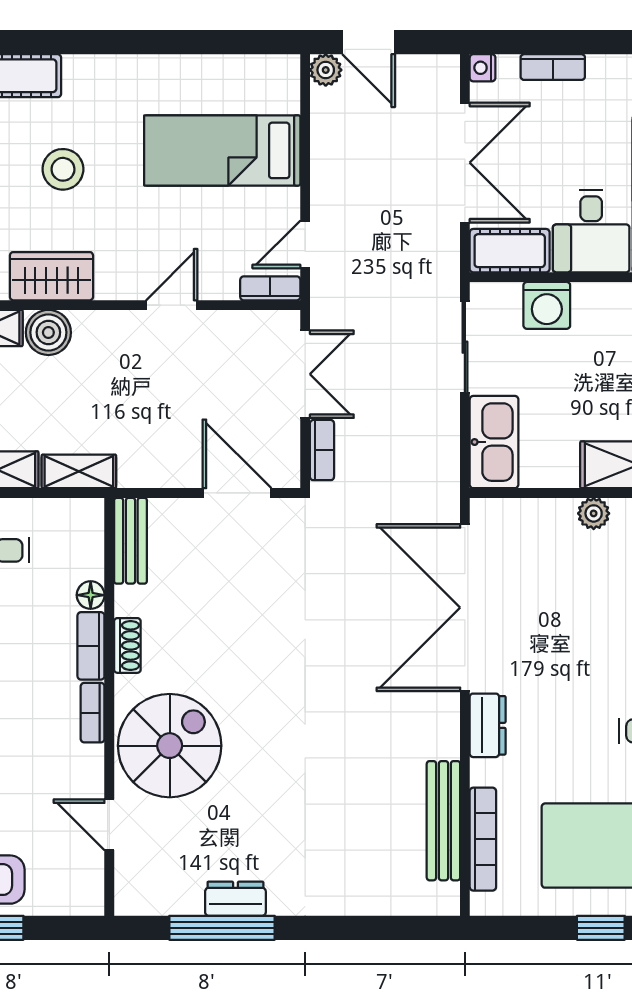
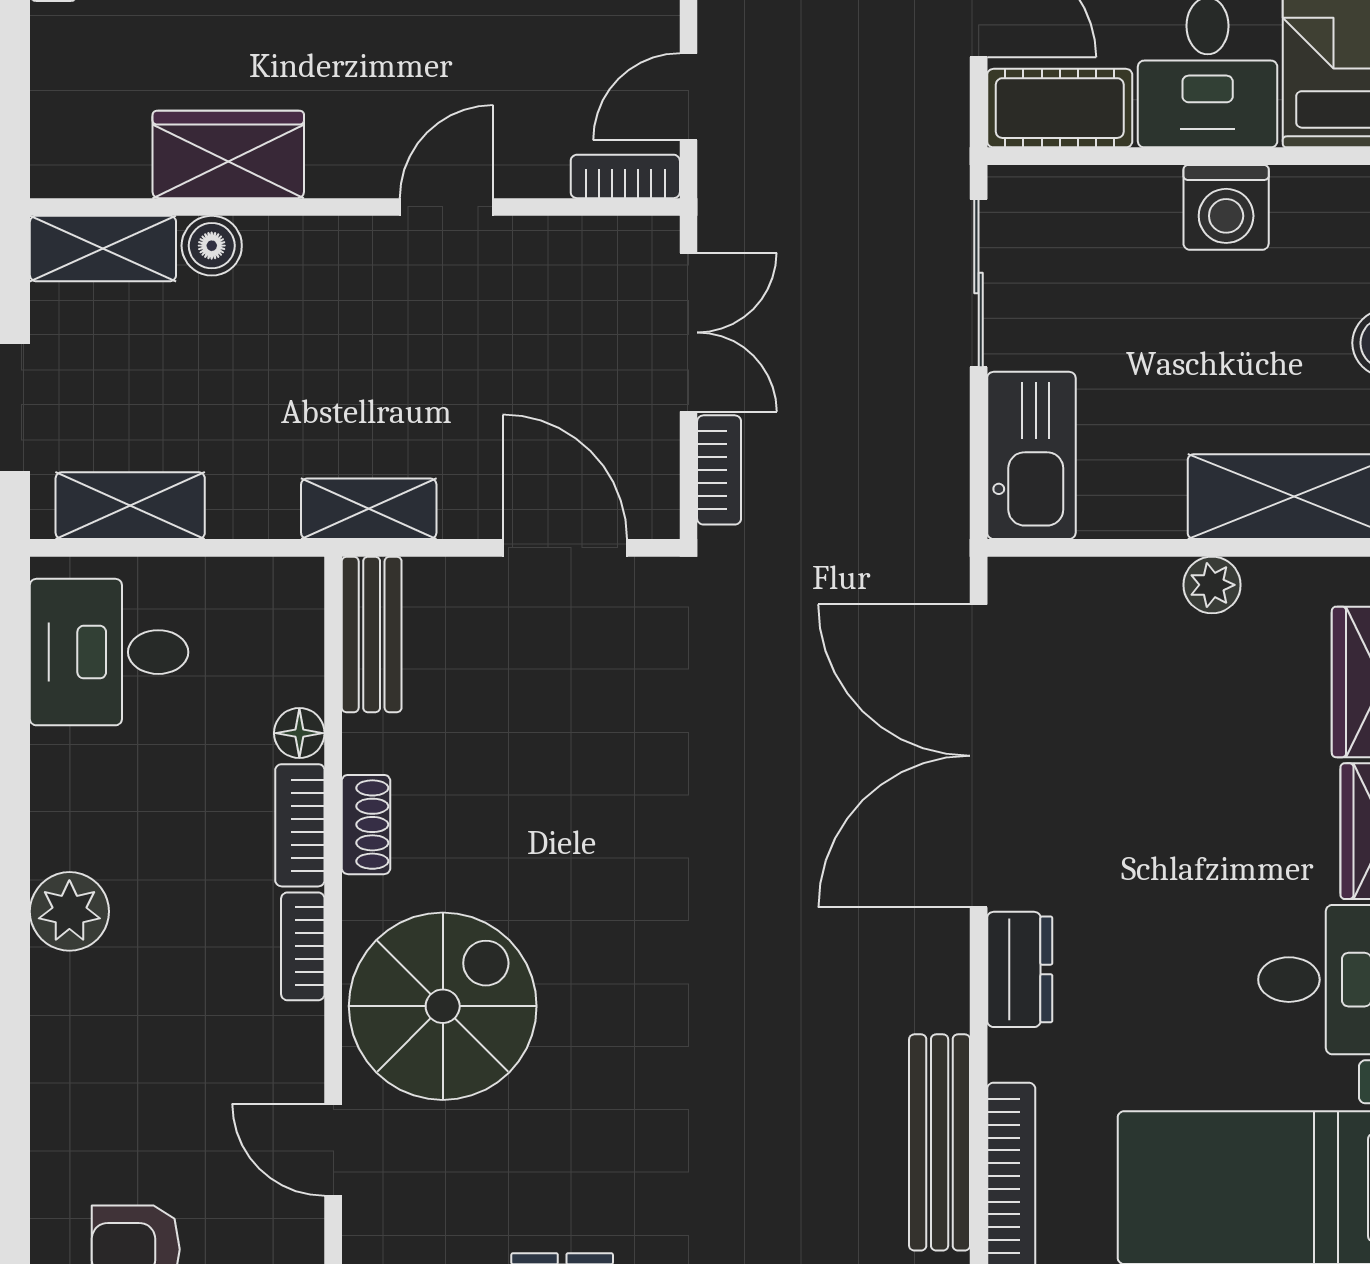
washing machine: (547, 305) -> (1226, 207), moved
boiler: (48, 332) -> (212, 246), width x0.73, depth x0.73
shelving: (79, 471) -> (369, 509), moved

